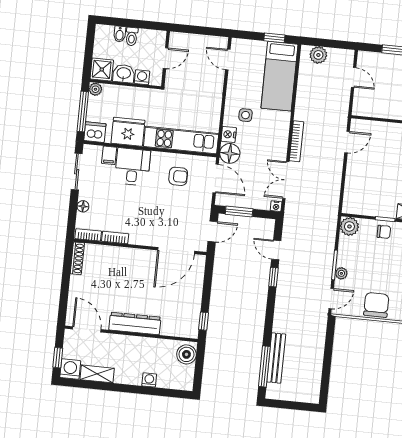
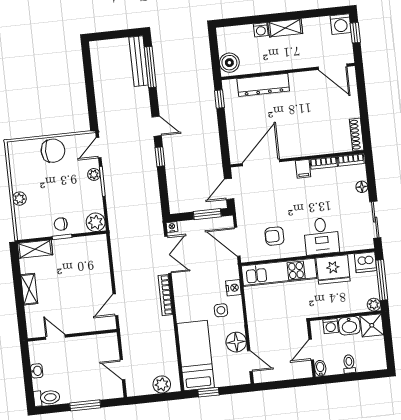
bidet: (120, 34) -> (320, 368), moved
floor lamp: (230, 153) -> (236, 342), moved
filing cabinet: (109, 155) -> (303, 169), moved, turned 180
door: (276, 250) -> (157, 126), moved
chair: (376, 305) -> (53, 151), turned -90
dresser: (135, 323) -> (263, 85), moved
bench: (276, 358) -> (139, 61), moved
shelving: (97, 374) -> (285, 28), moved

